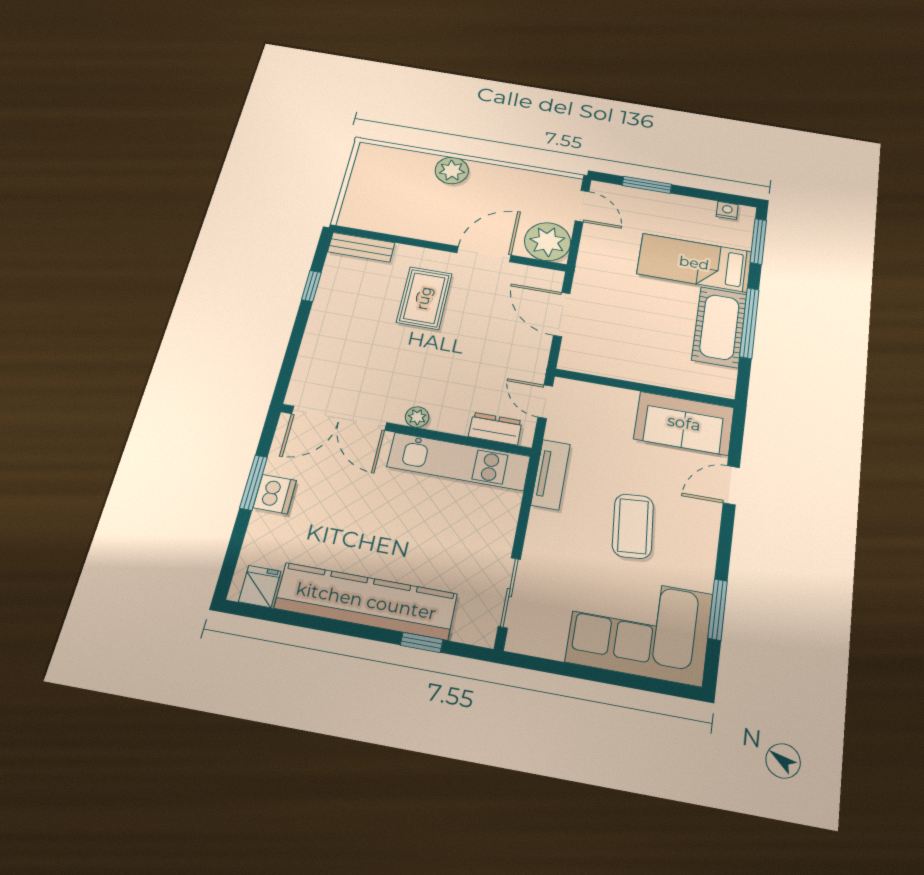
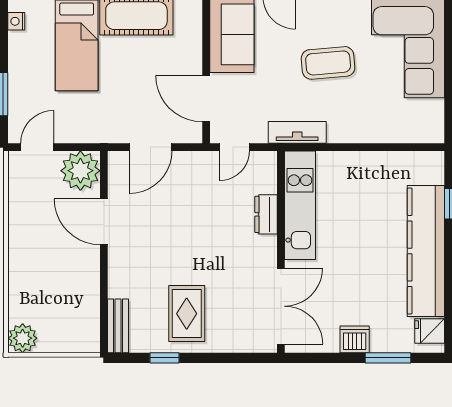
plant: (452, 171) -> (23, 338), moved
rug: (424, 298) -> (187, 314), moved, turned 90
door: (610, 382) -> (206, 99), added
plant: (417, 417) -> (268, 245), removed
dresser: (495, 429) -> (266, 214), moved
window: (254, 483) -> (388, 358), moved
sliding door: (509, 593) -> (399, 147), removed

